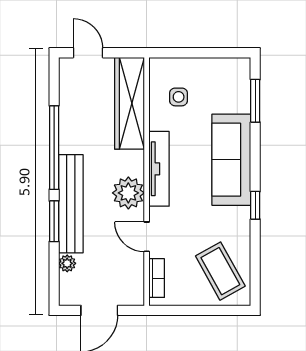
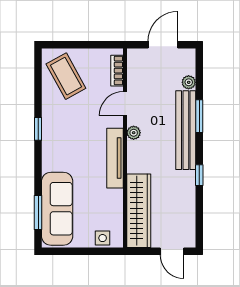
side table: (179, 97) -> (103, 238), moved
window: (54, 148) -> (199, 175), width x0.32
sofa: (231, 160) -> (57, 209), moved
plant: (128, 193) -> (134, 133), width x0.53, depth x0.53
door: (147, 237) -> (125, 104), swing flipped

